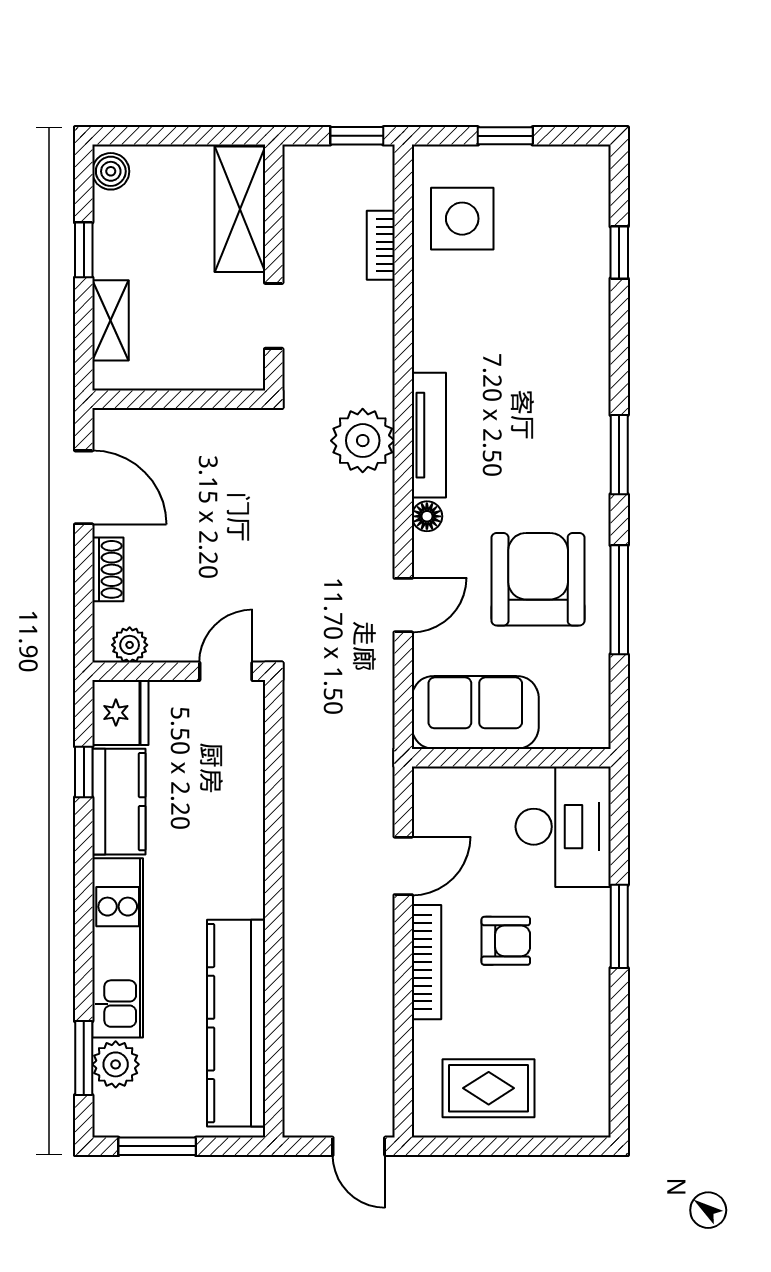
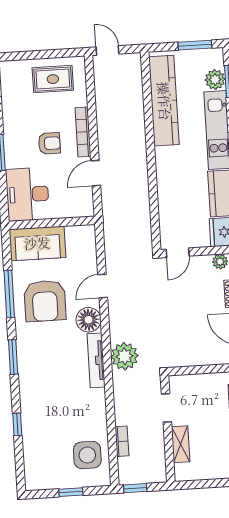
shelving: (240, 209) -> (181, 444), width x0.67, depth x0.75
window: (619, 253) -> (17, 424), moved
floor lamp: (427, 516) -> (89, 320), width x1.89, depth x1.89
sofa: (475, 712) -> (37, 243), moved
armchair: (506, 941) -> (49, 143), turned 180

